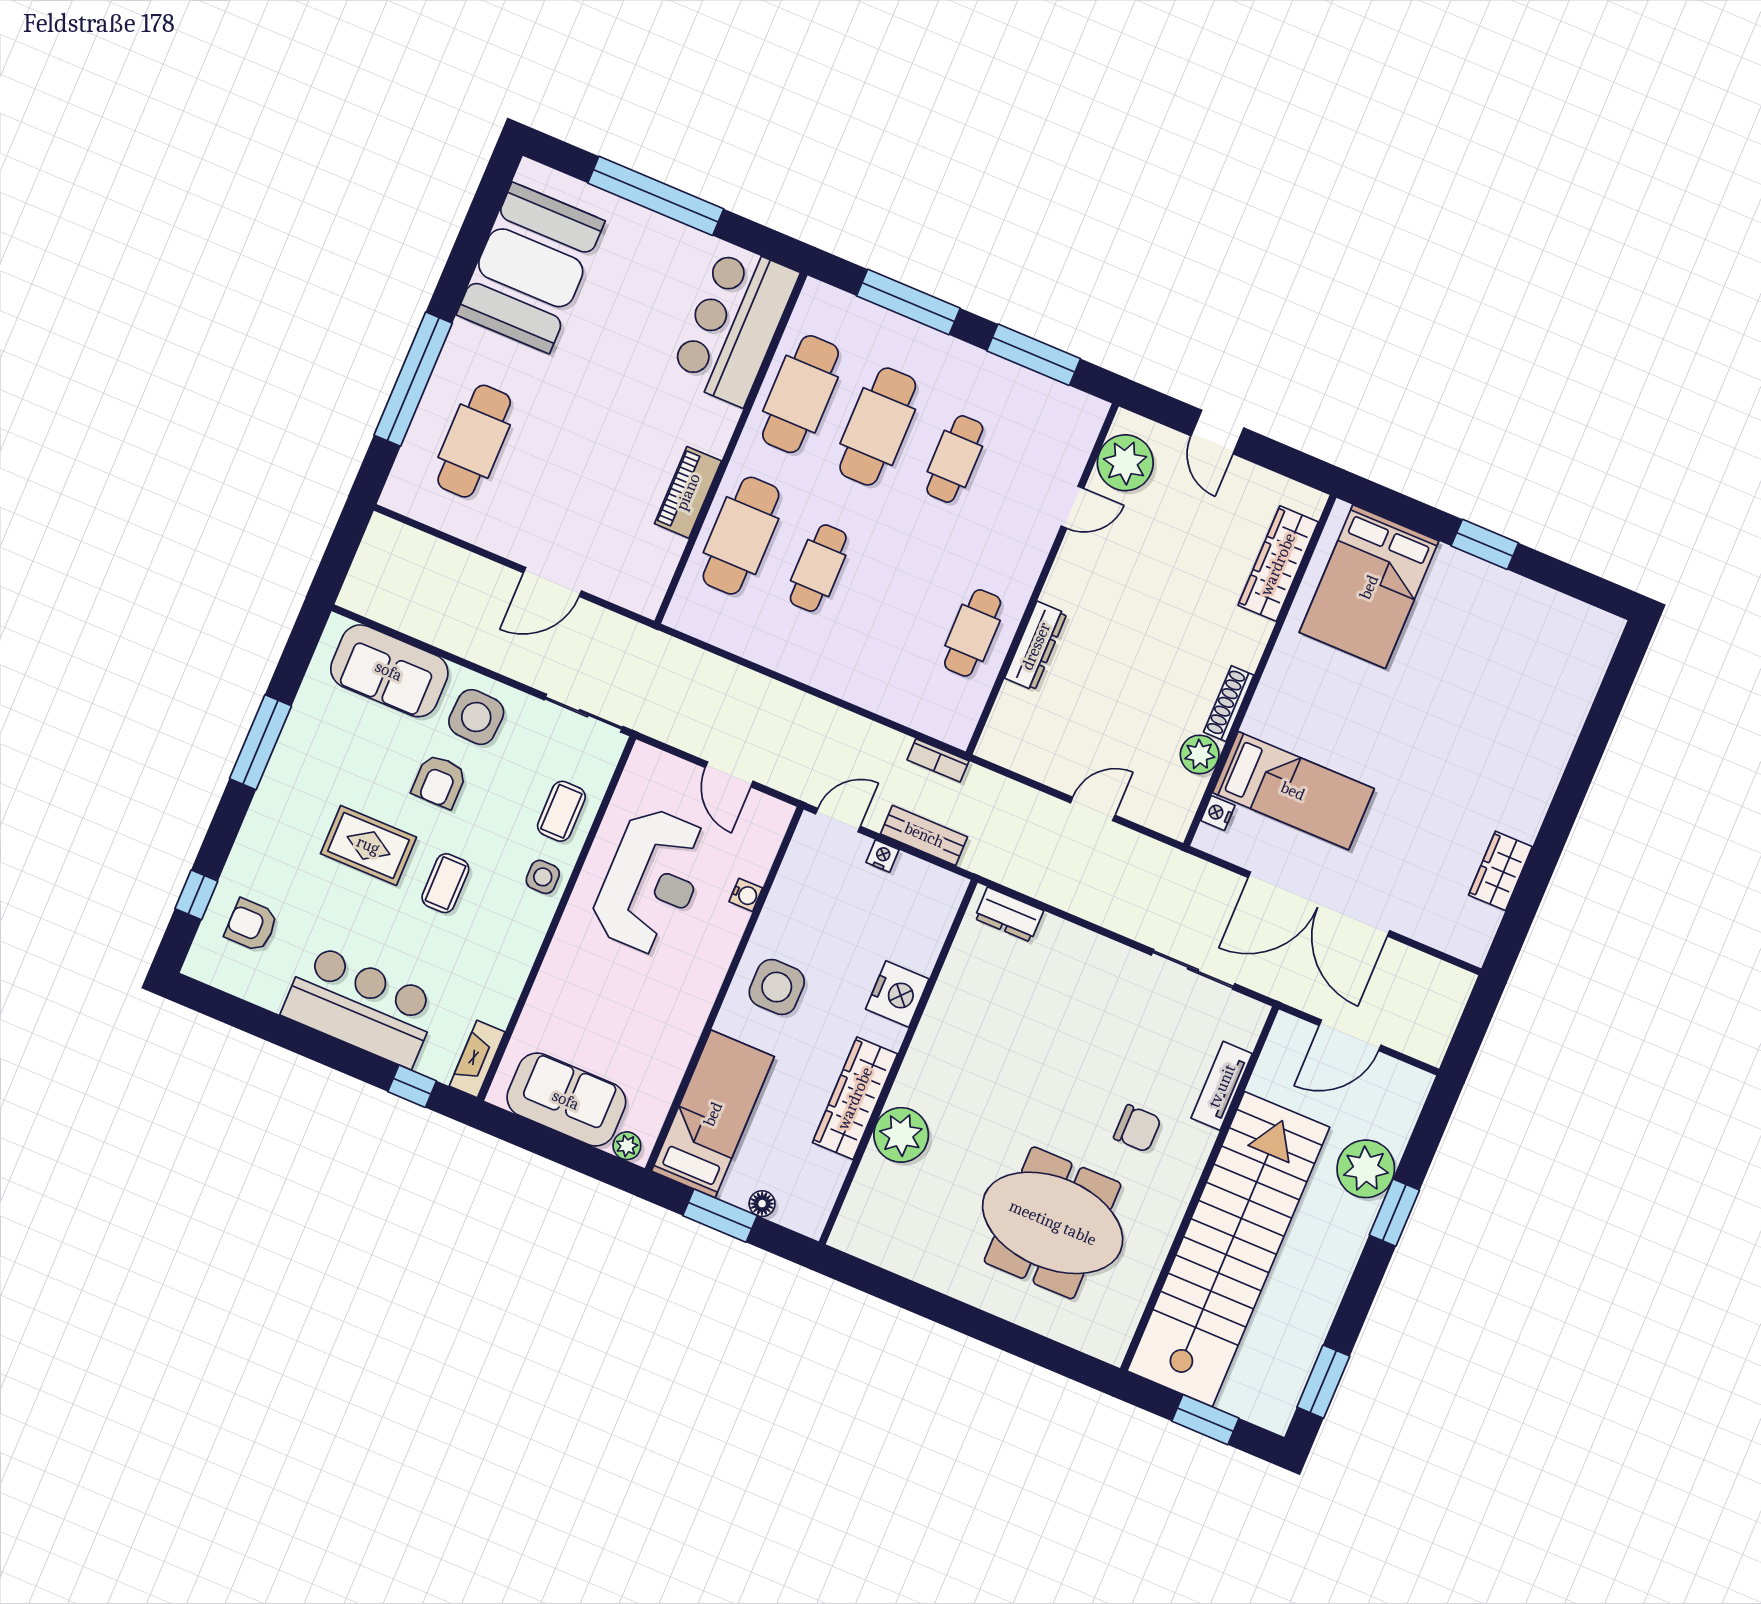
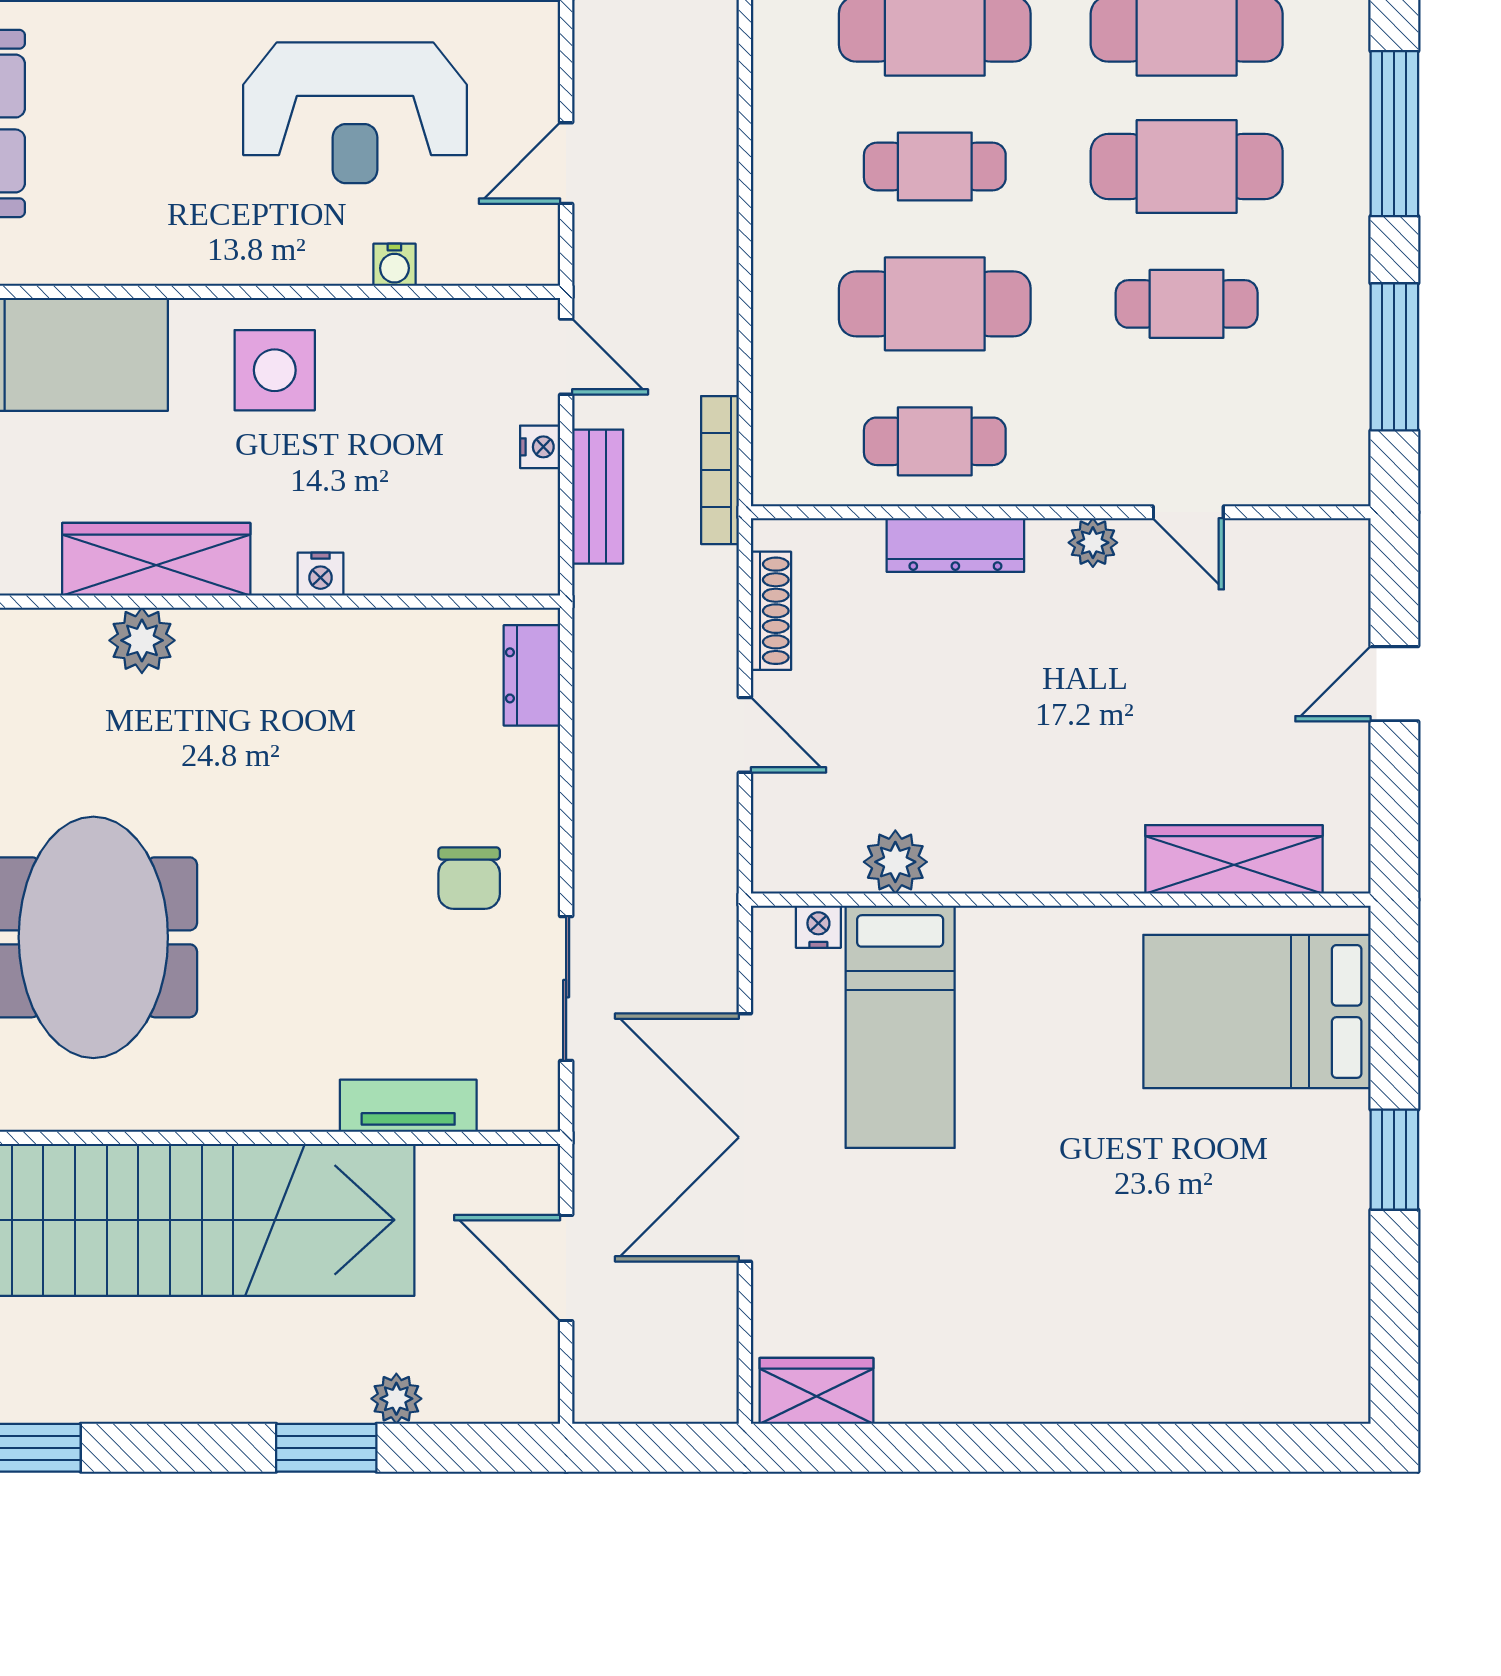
plant: (1125, 463) -> (1093, 543), moved, width x0.53, depth x0.53
cafe table: (895, 600) -> (935, 304), added
shoe rack: (1229, 704) -> (771, 611), moved, turned 90
bookcase: (938, 760) -> (720, 470), width x1.56
wardrobe: (1500, 871) -> (816, 1391), moved
nightstand: (897, 994) -> (321, 574), width x0.53, depth x0.56
chair: (1137, 1128) -> (469, 878), moved
plant: (901, 1135) -> (142, 640), width x0.73, depth x0.73
plant: (1366, 1169) -> (396, 1399), width x0.53, depth x0.53

